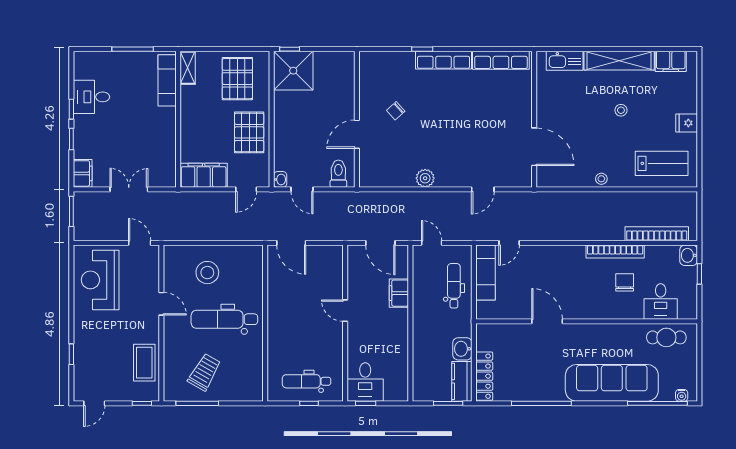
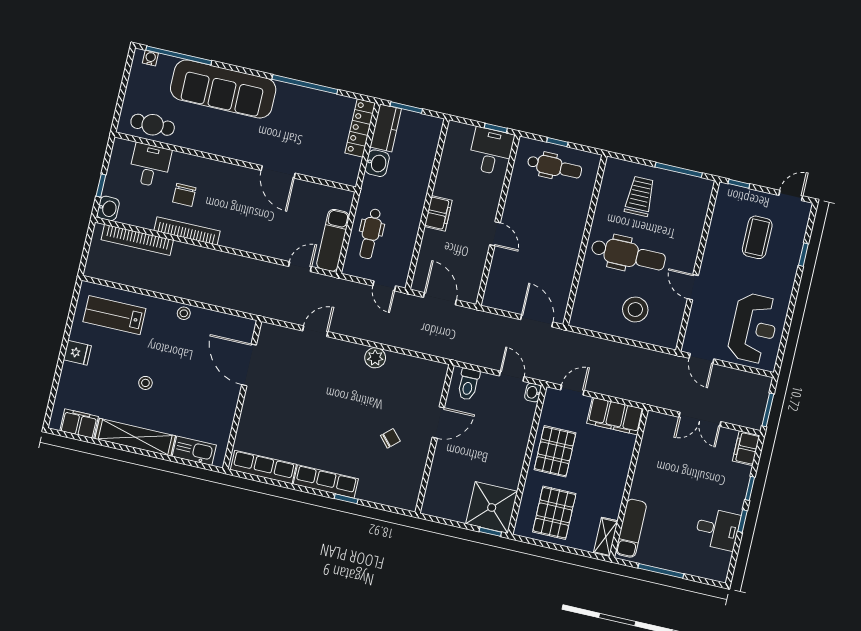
filing cabinet: (399, 293) -> (438, 213), moved
coffee table: (144, 363) -> (757, 237), moved
trolley: (204, 372) -> (640, 196), moved, turned 150

